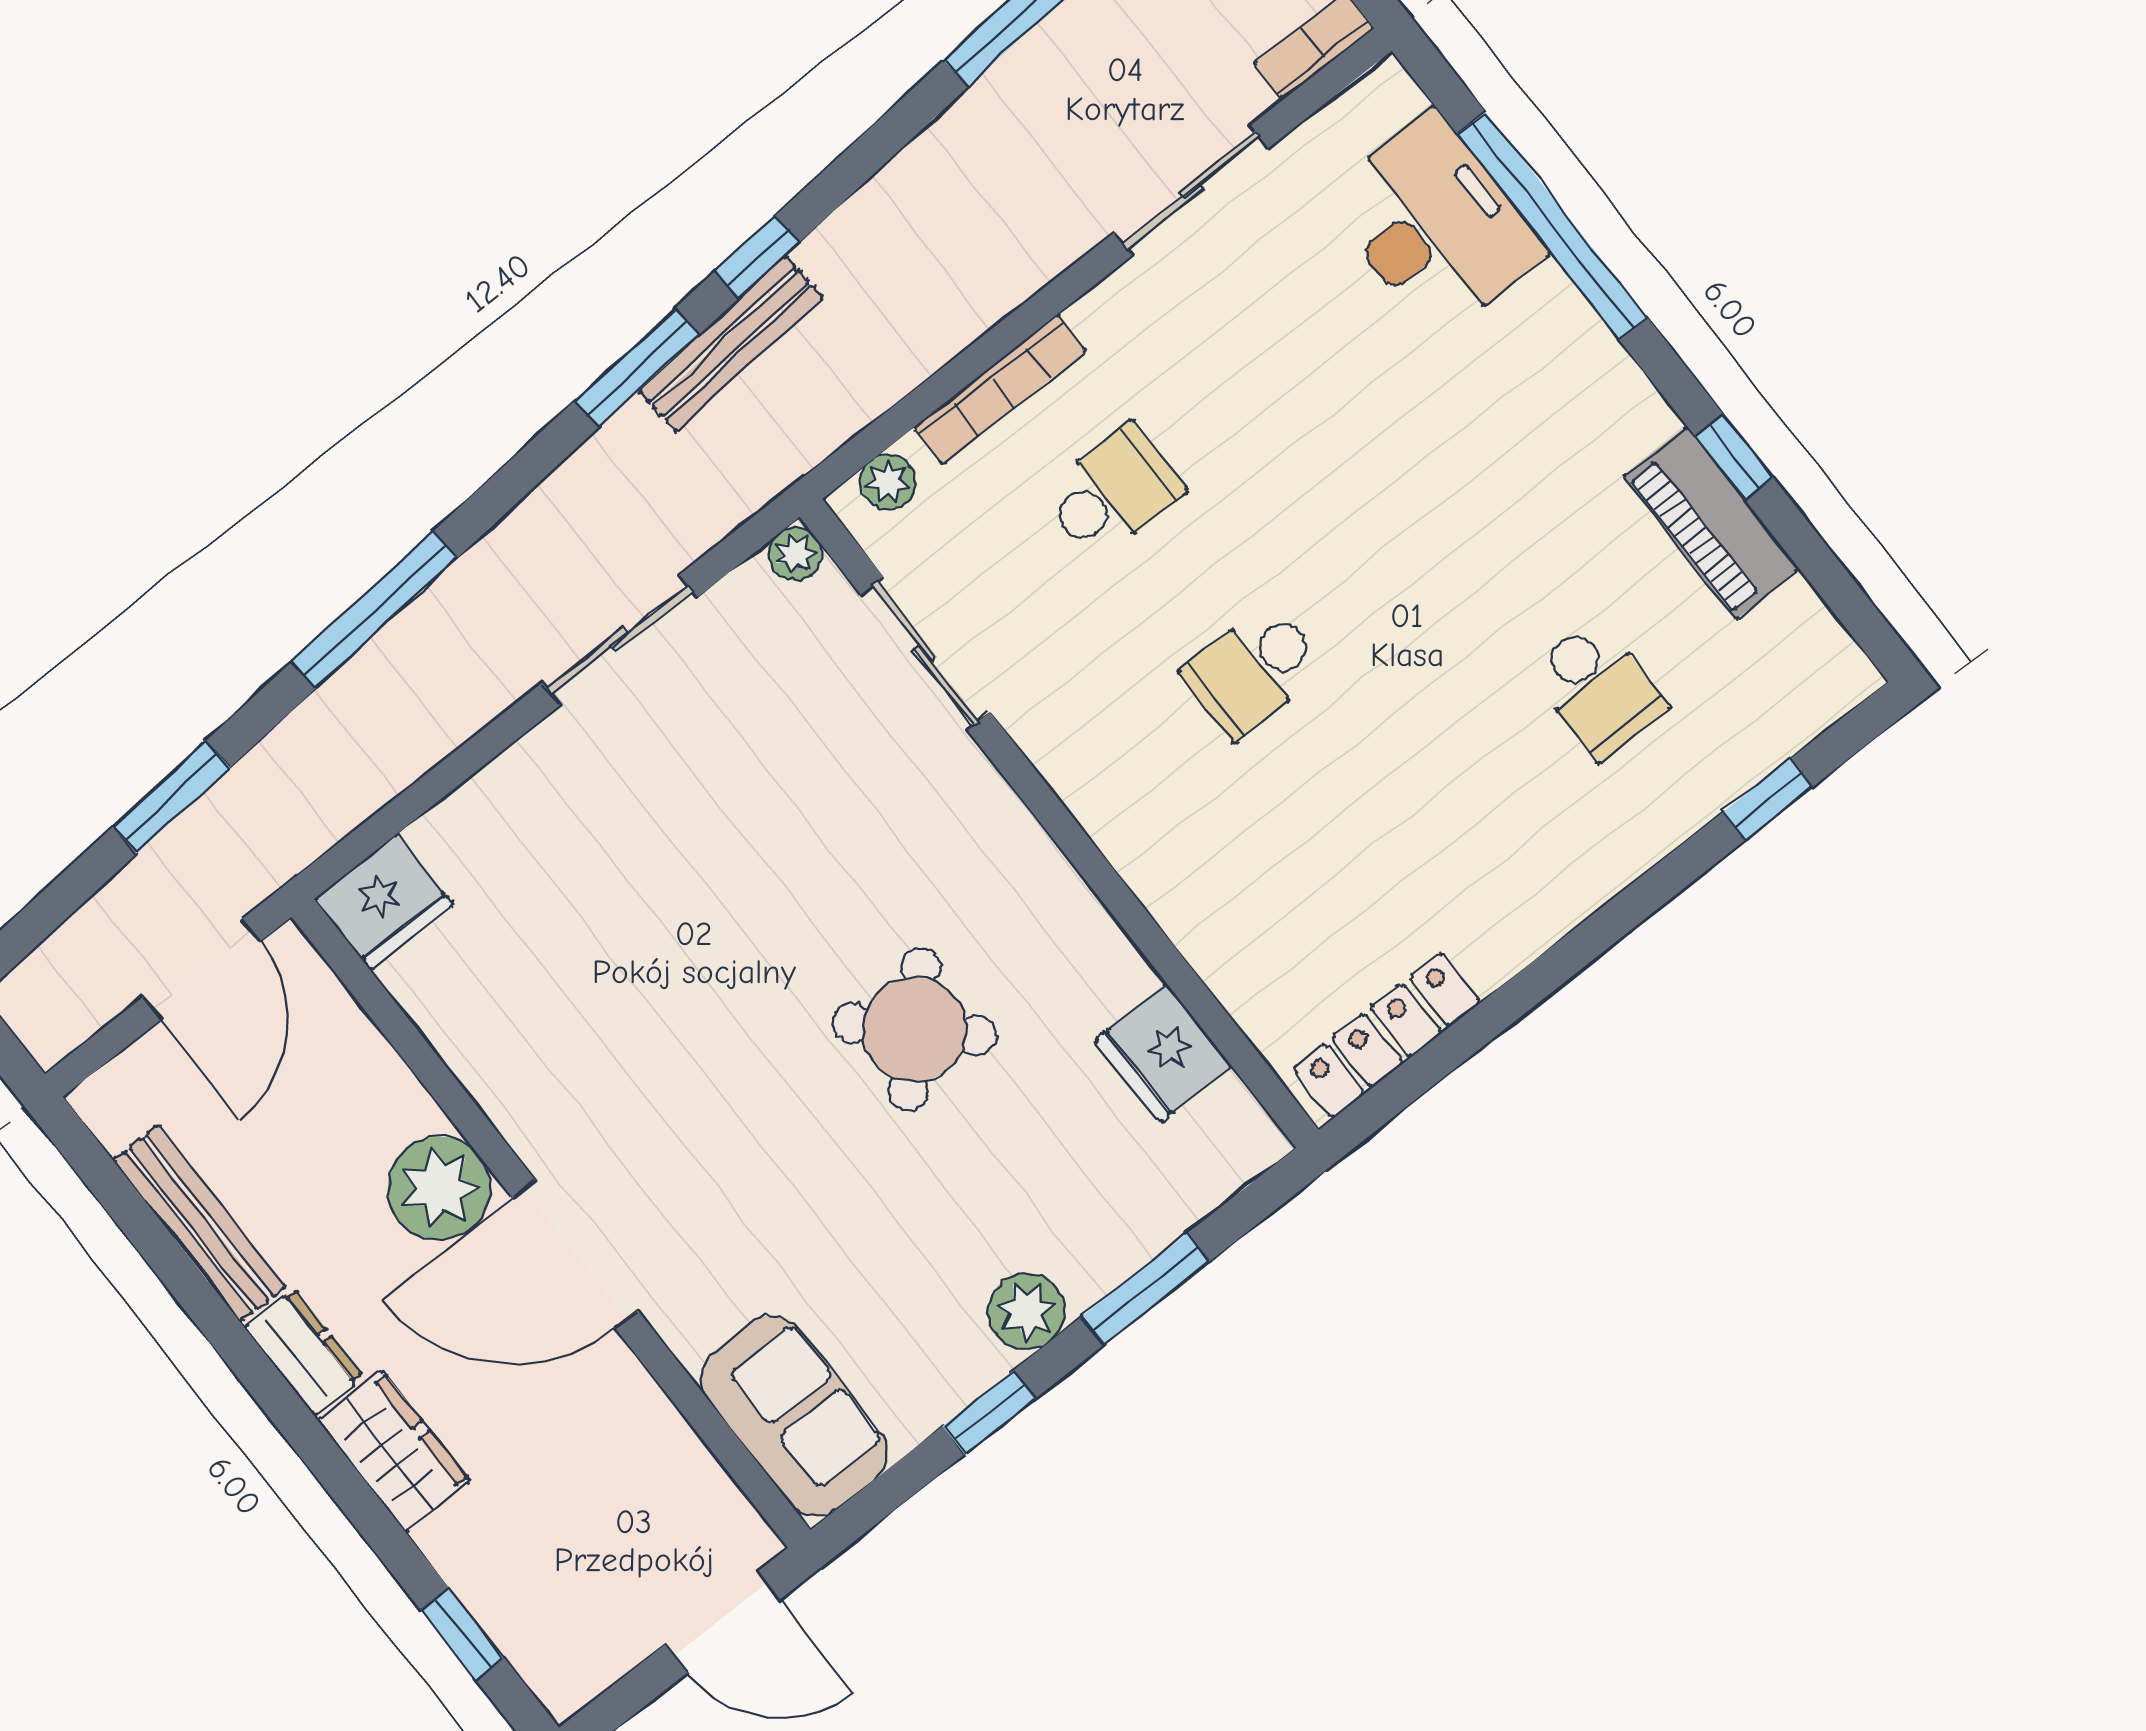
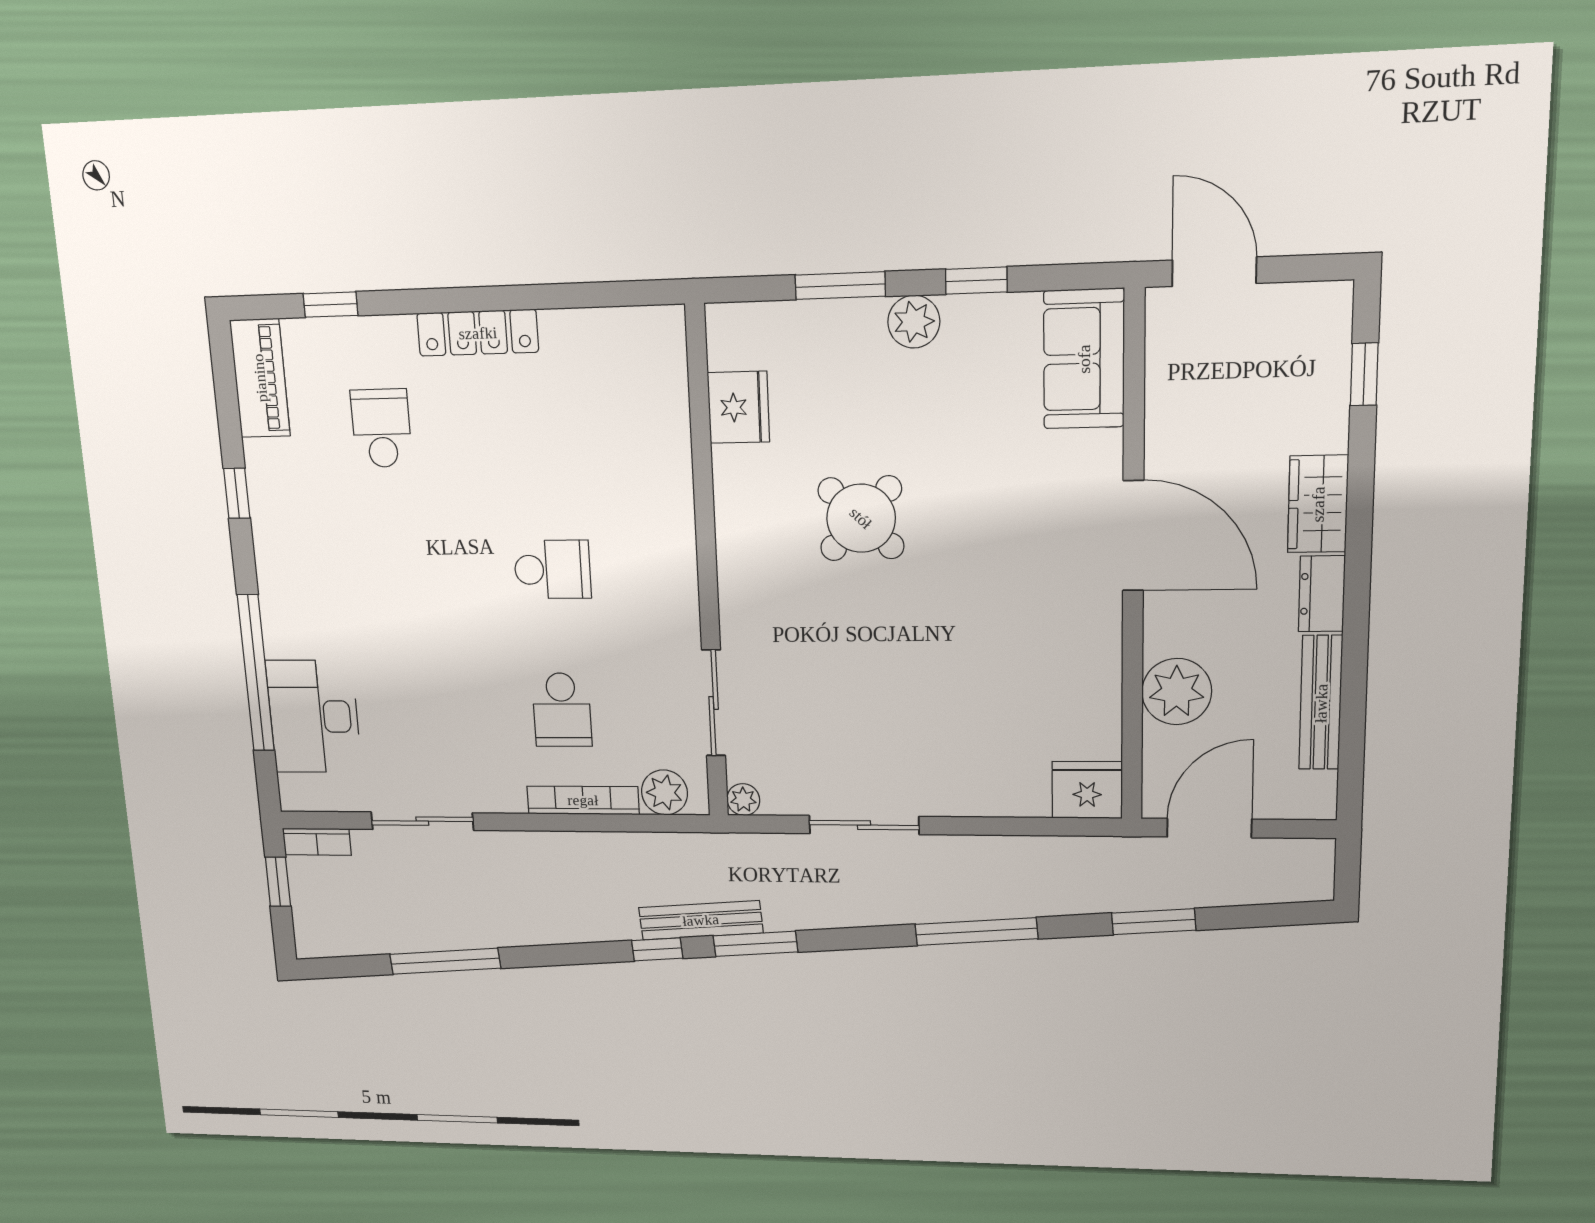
plant: (888, 482) -> (664, 792), width x1.38, depth x1.38
school desk: (1113, 492) -> (562, 710), turned -90
piano: (1711, 523) -> (260, 378), moved
locker: (1387, 1035) -> (478, 333), moved
plant: (439, 1188) -> (1177, 692), moved

